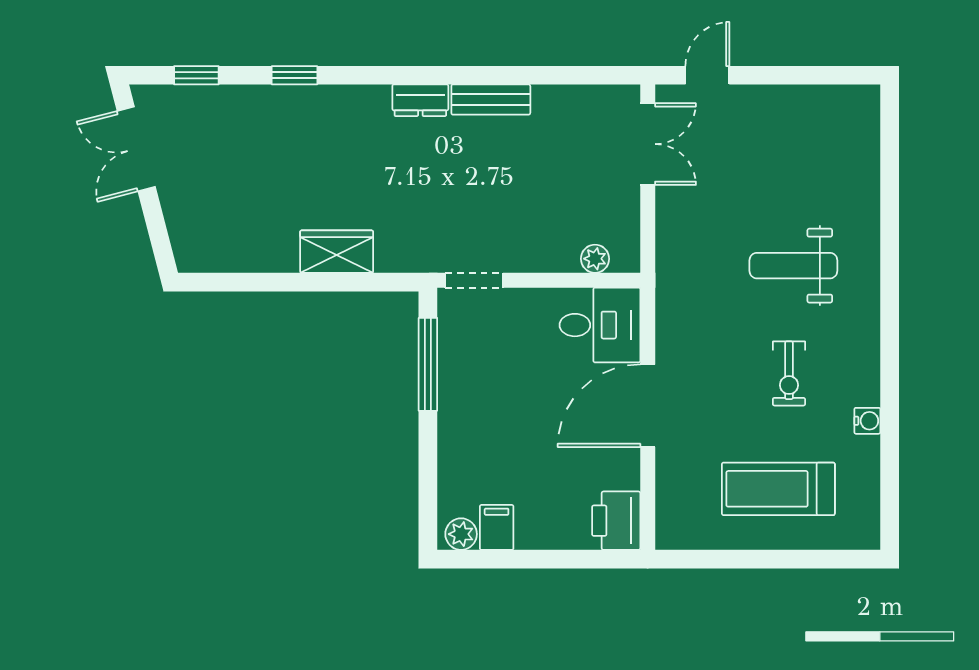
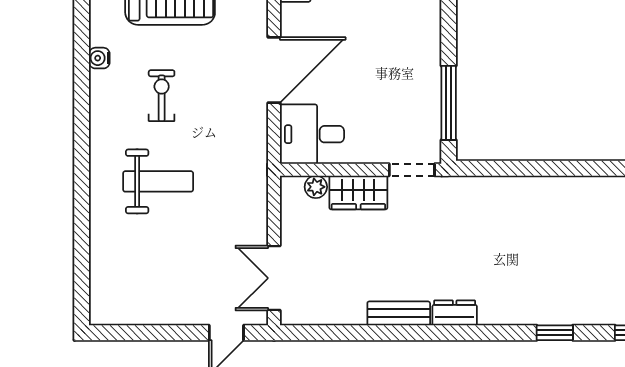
wardrobe: (337, 252) -> (358, 193), moved

